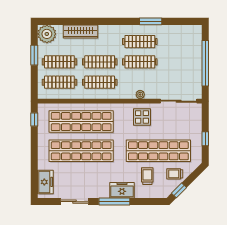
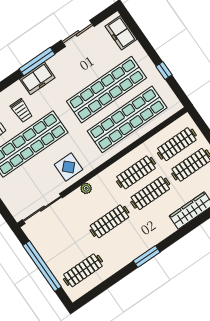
window: (151, 21) -> (147, 257), moved
clothes rail: (140, 42) -> (83, 270), moved
window: (34, 119) -> (164, 71), moved

